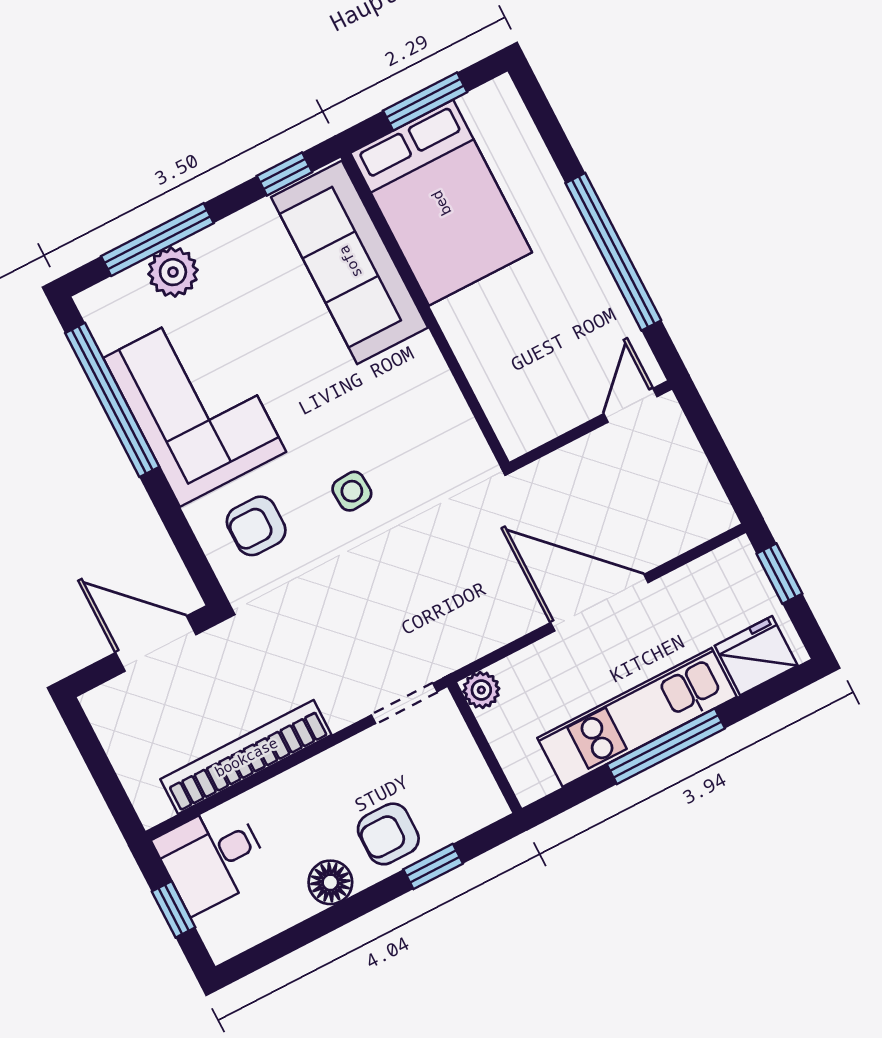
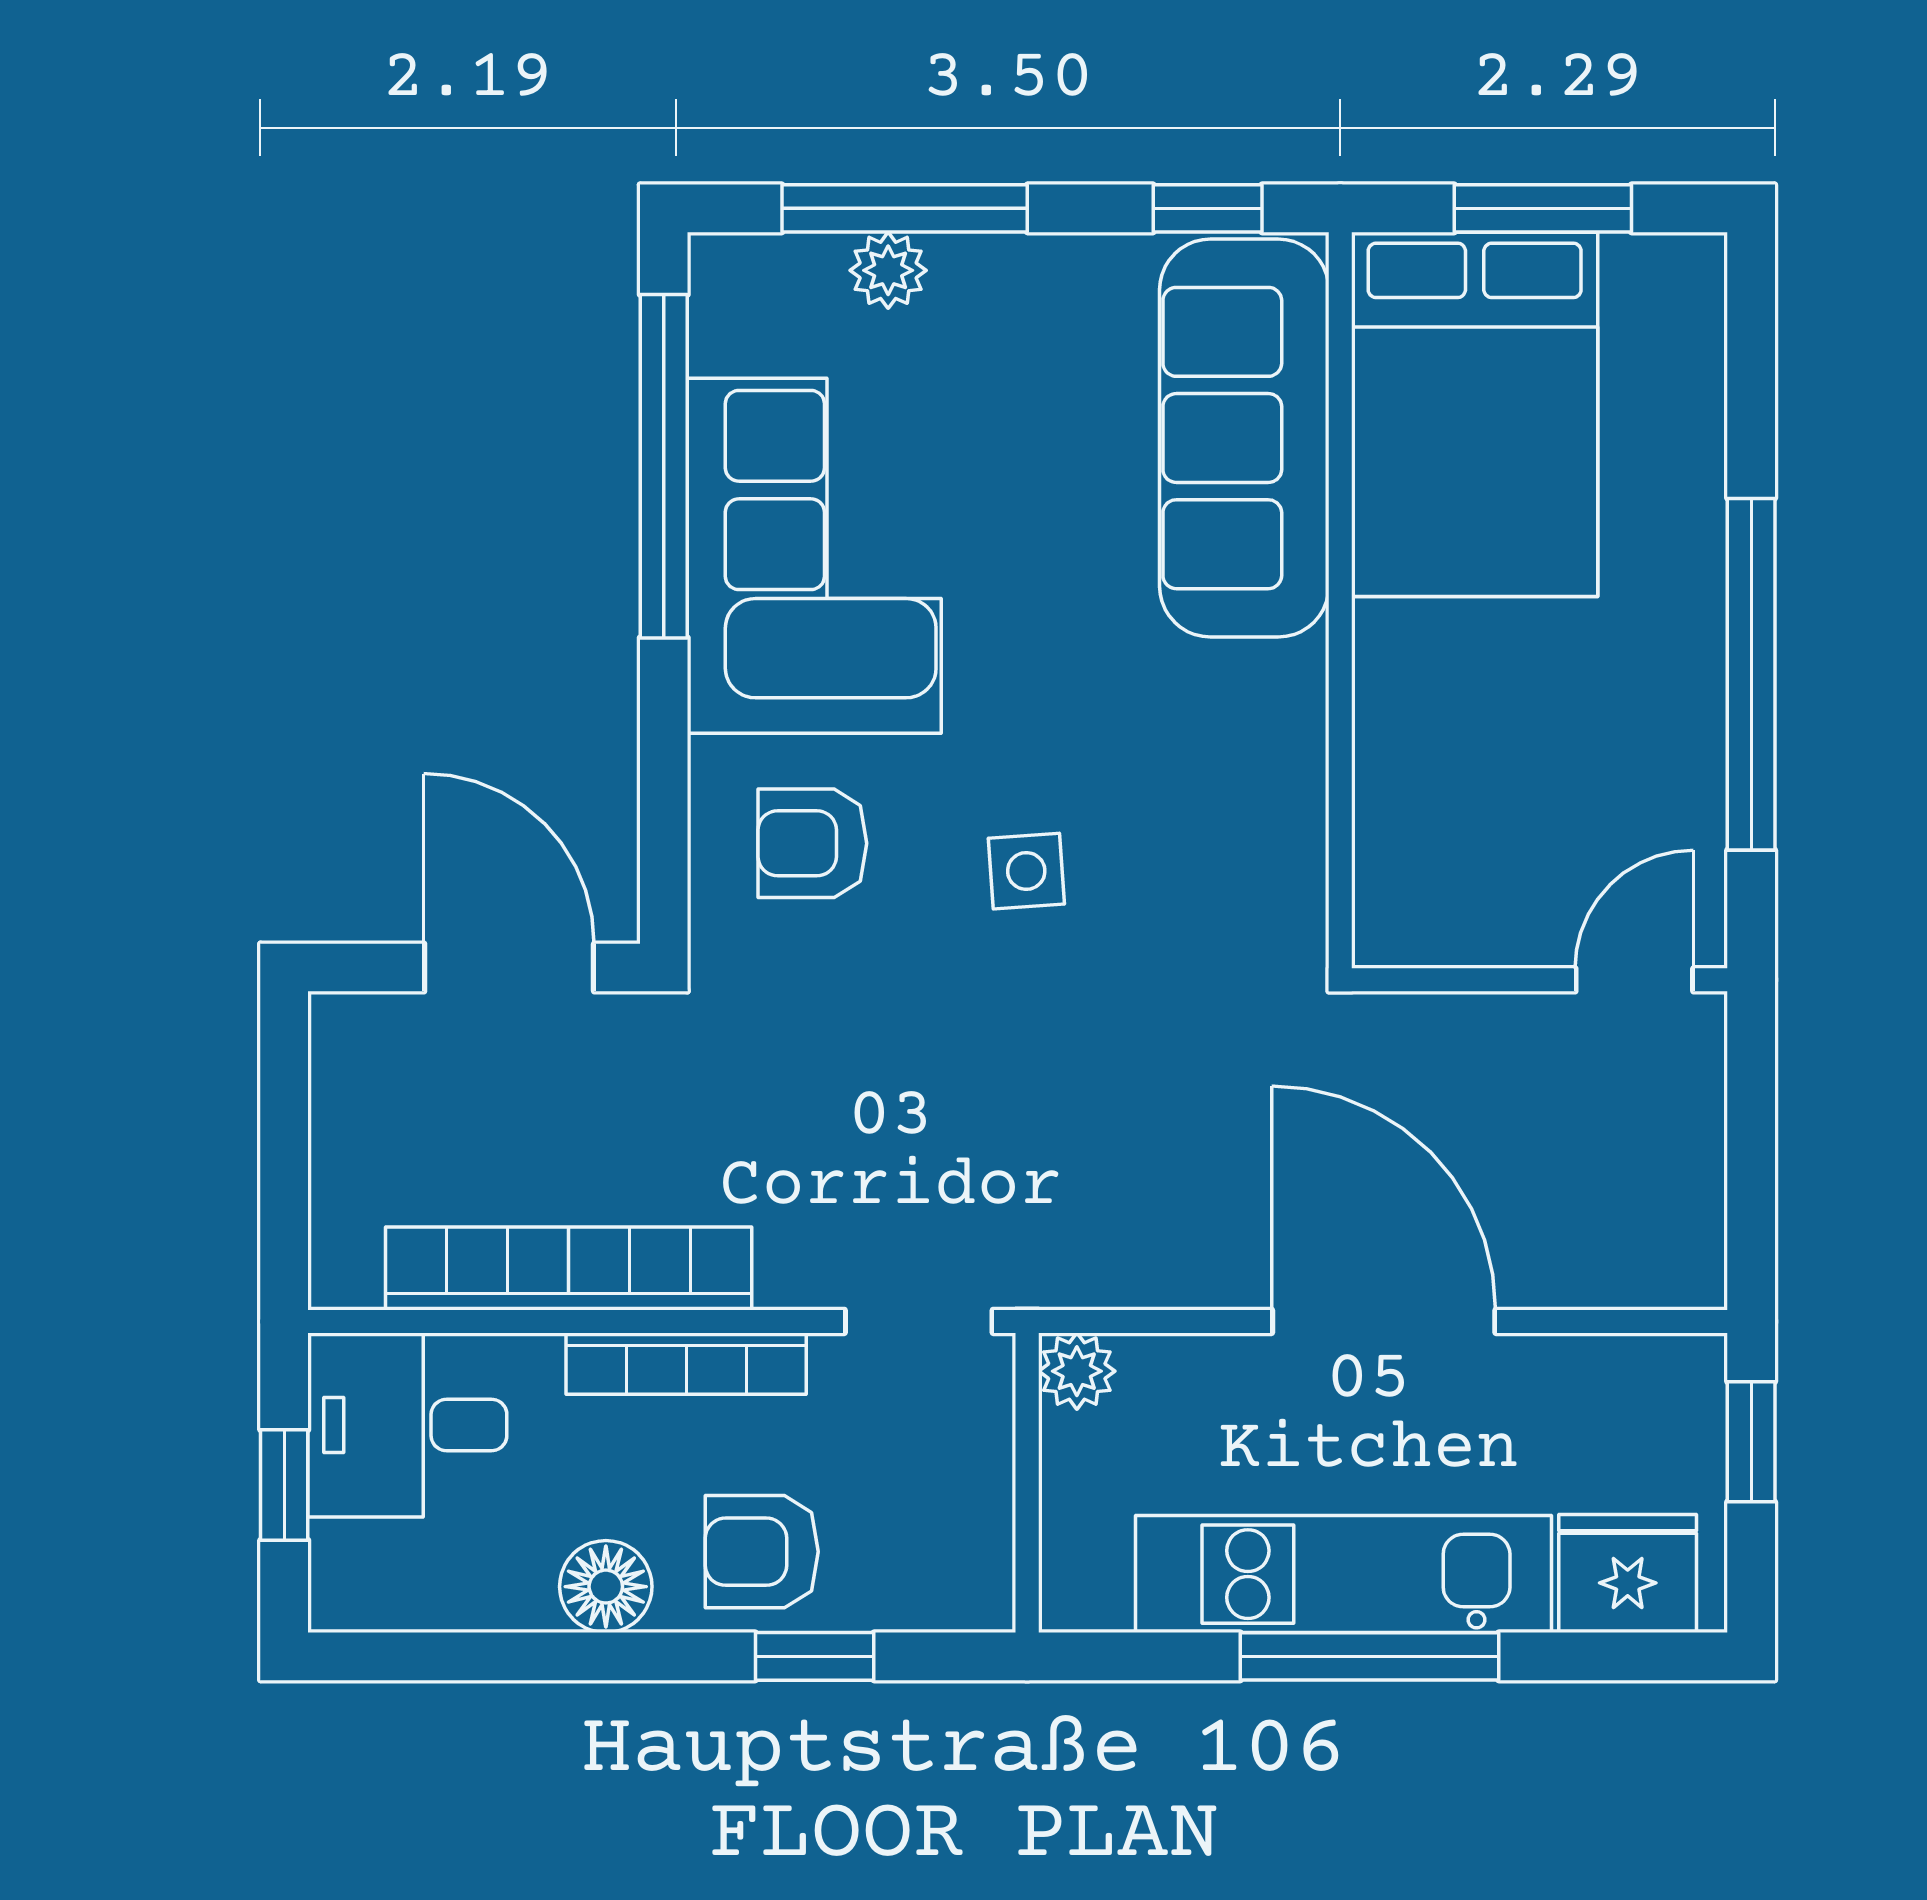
plant: (173, 272) -> (888, 270), width x0.73, depth x0.73
bookcase: (316, 771) -> (686, 1364), added

